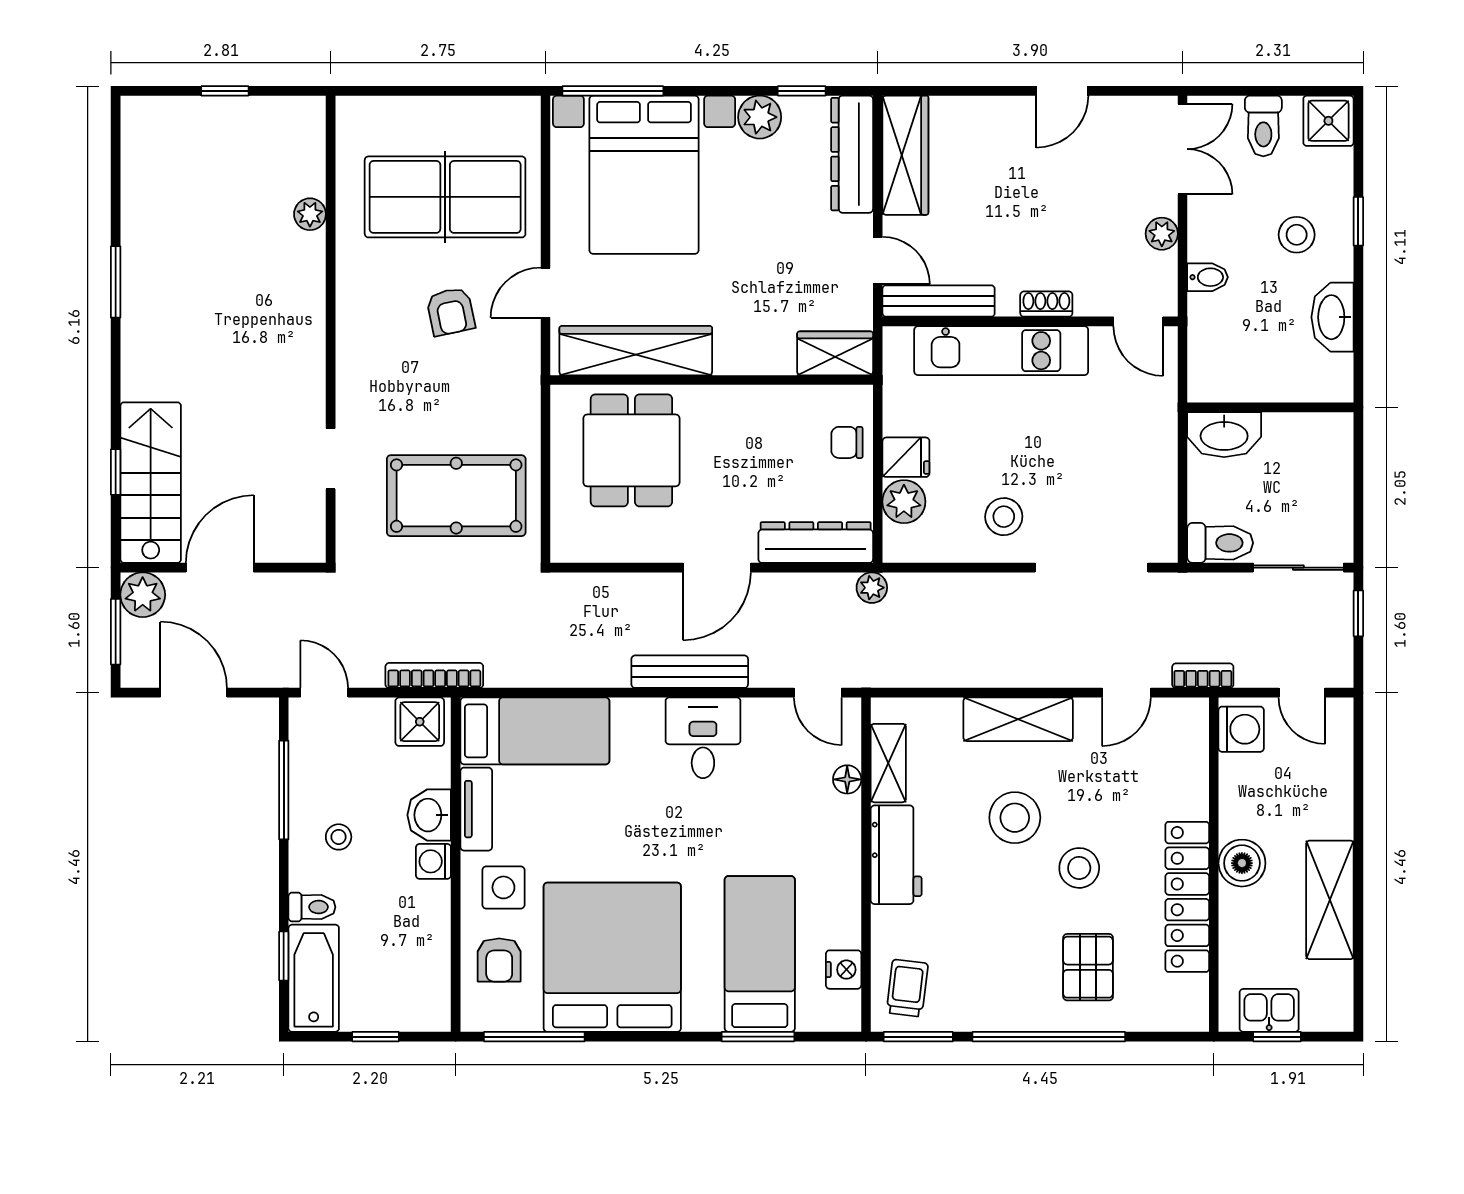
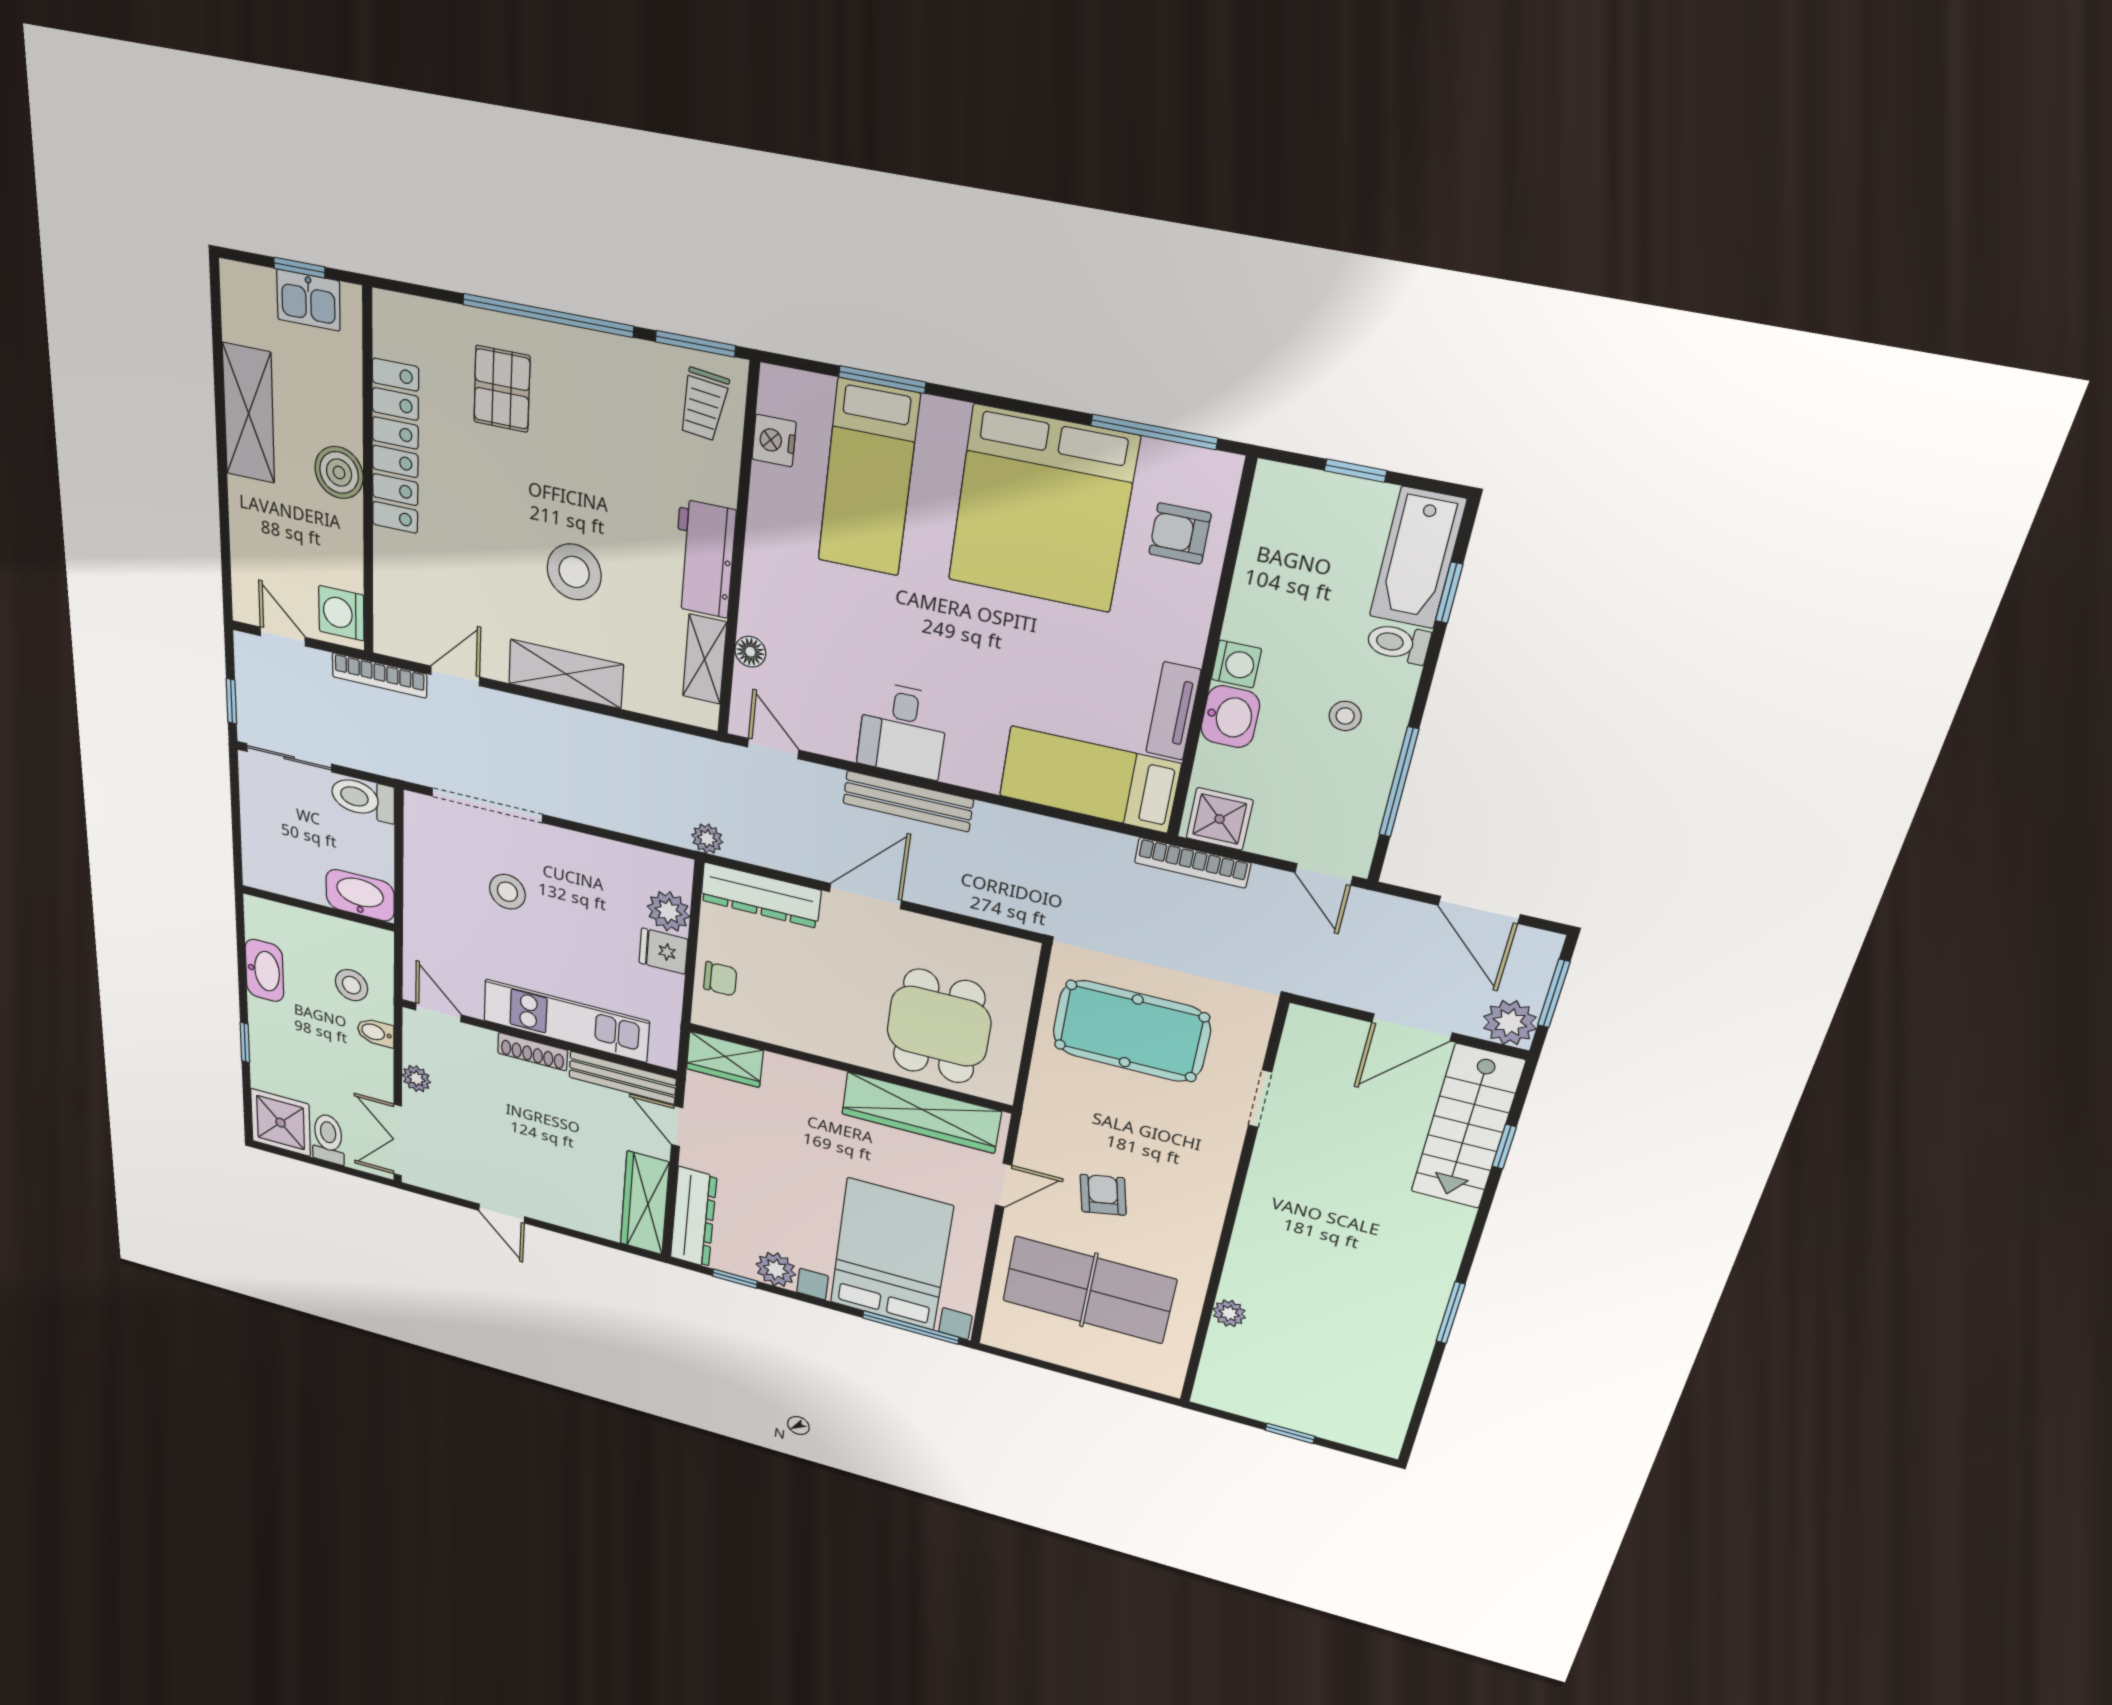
door: (1062, 91) -> (502, 1214), swing flipped
shower: (1328, 121) -> (281, 1123), width x1.36, depth x1.36
stool: (1297, 235) -> (351, 985), moved
shoe rack: (1046, 304) -> (533, 1052), width x1.43
stool: (1004, 517) -> (507, 892), moved
bookcase: (1203, 676) -> (379, 675), width x1.56
stool: (1079, 868) -> (508, 503), removed
side table: (503, 887) -> (1158, 617), removed
armchair: (499, 960) -> (1180, 534), turned -90

